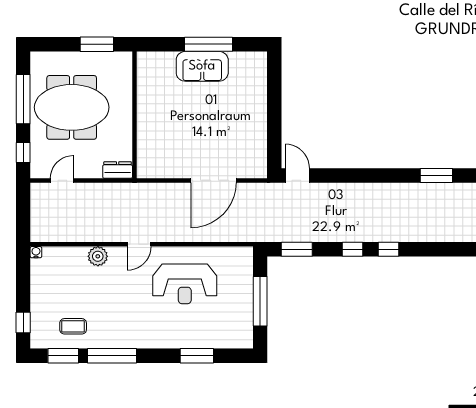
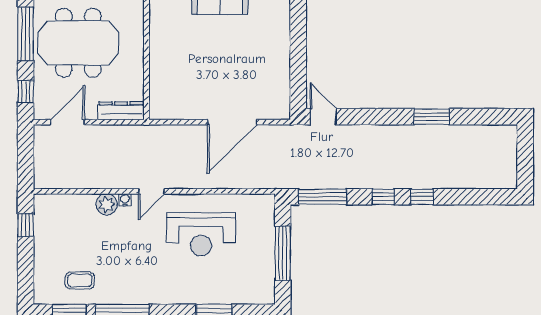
dresser: (118, 170) -> (121, 111), width x1.44
window: (436, 176) -> (432, 117), moved
door: (62, 180) -> (68, 122), width x1.38
window: (297, 249) -> (322, 197), width x1.44
water cooler: (36, 252) -> (125, 200), moved
window: (23, 323) -> (26, 225), moved

